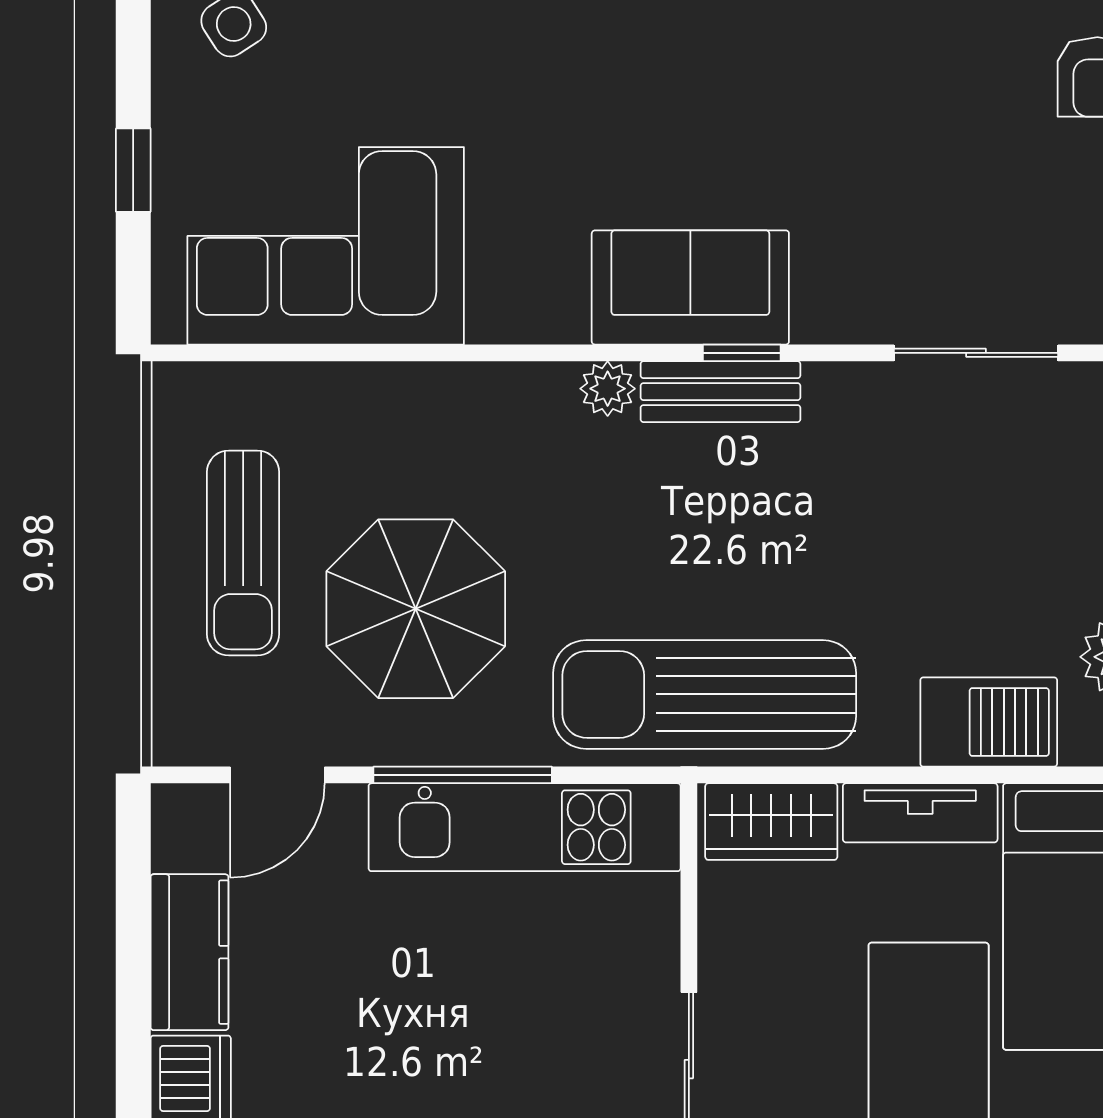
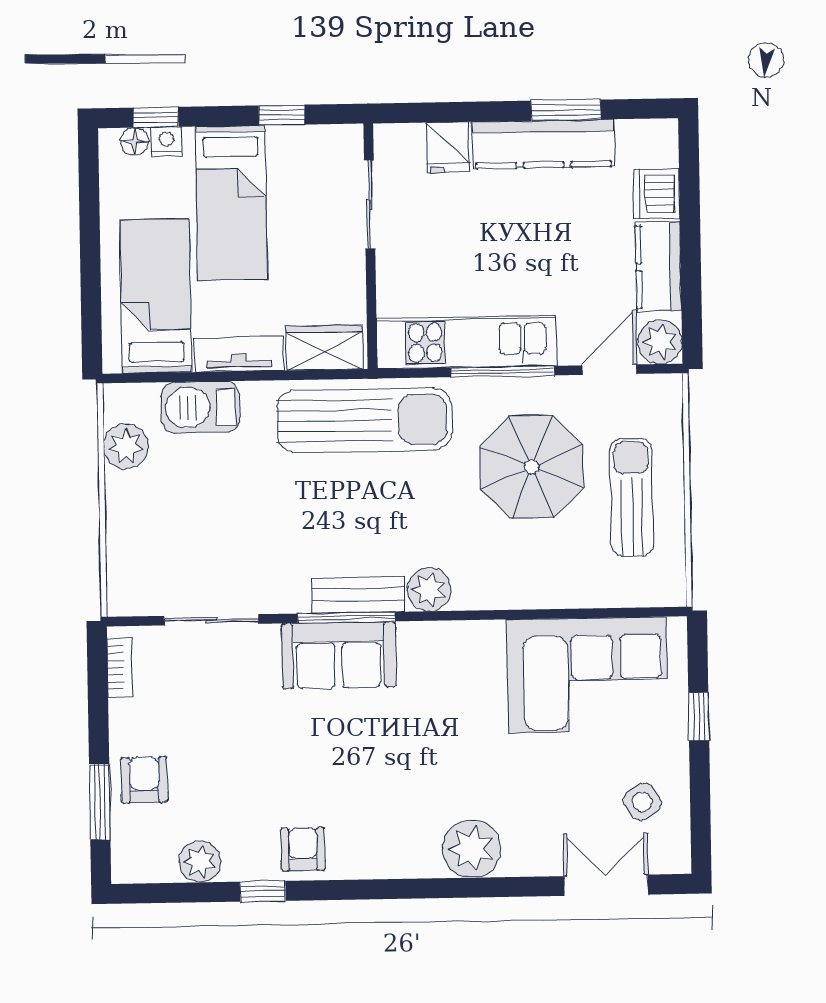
sofa: (690, 287) -> (339, 655), moved
window: (742, 353) -> (346, 617), width x2.17
plant: (608, 389) -> (429, 589), width x1.38, depth x1.38
plant: (189, 822) -> (660, 342), added

